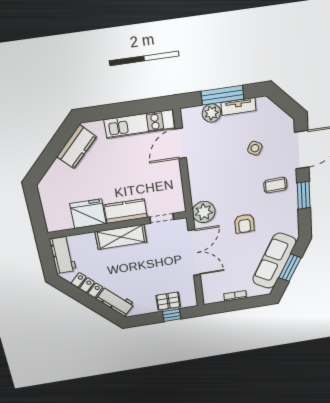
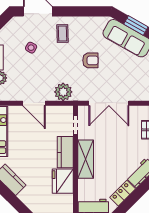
door: (181, 143) -> (34, 103), moved
window: (304, 195) -> (74, 11), removed
plant: (204, 212) -> (63, 92), moved
double door: (194, 253) -> (109, 103), swing flipped

